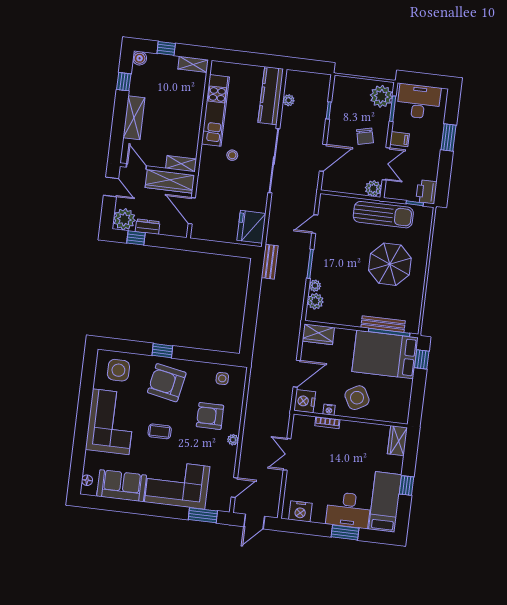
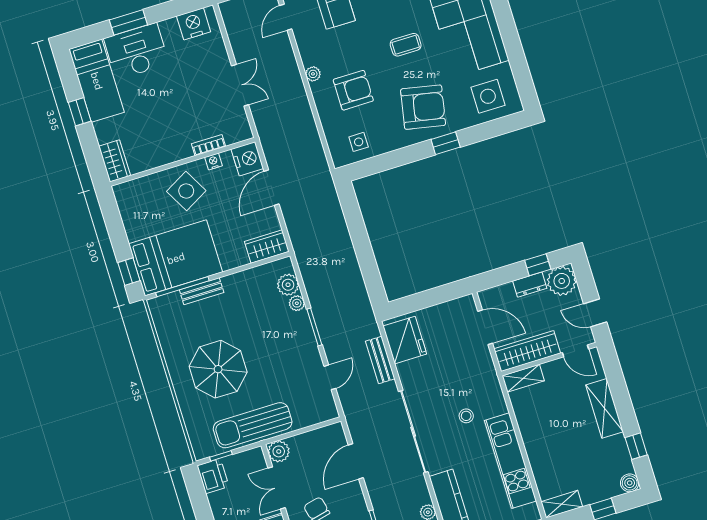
bench: (270, 262) -> (380, 360), moved
bench: (383, 324) -> (202, 291), width x0.73

